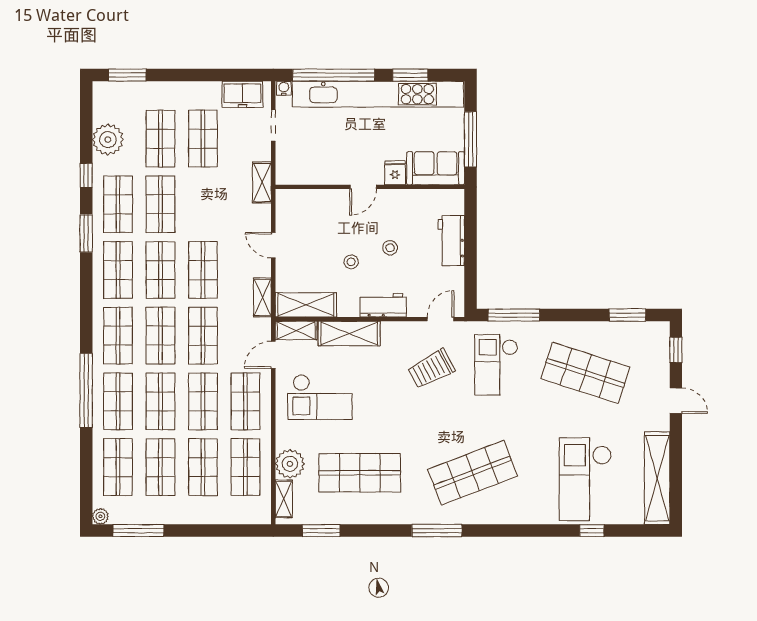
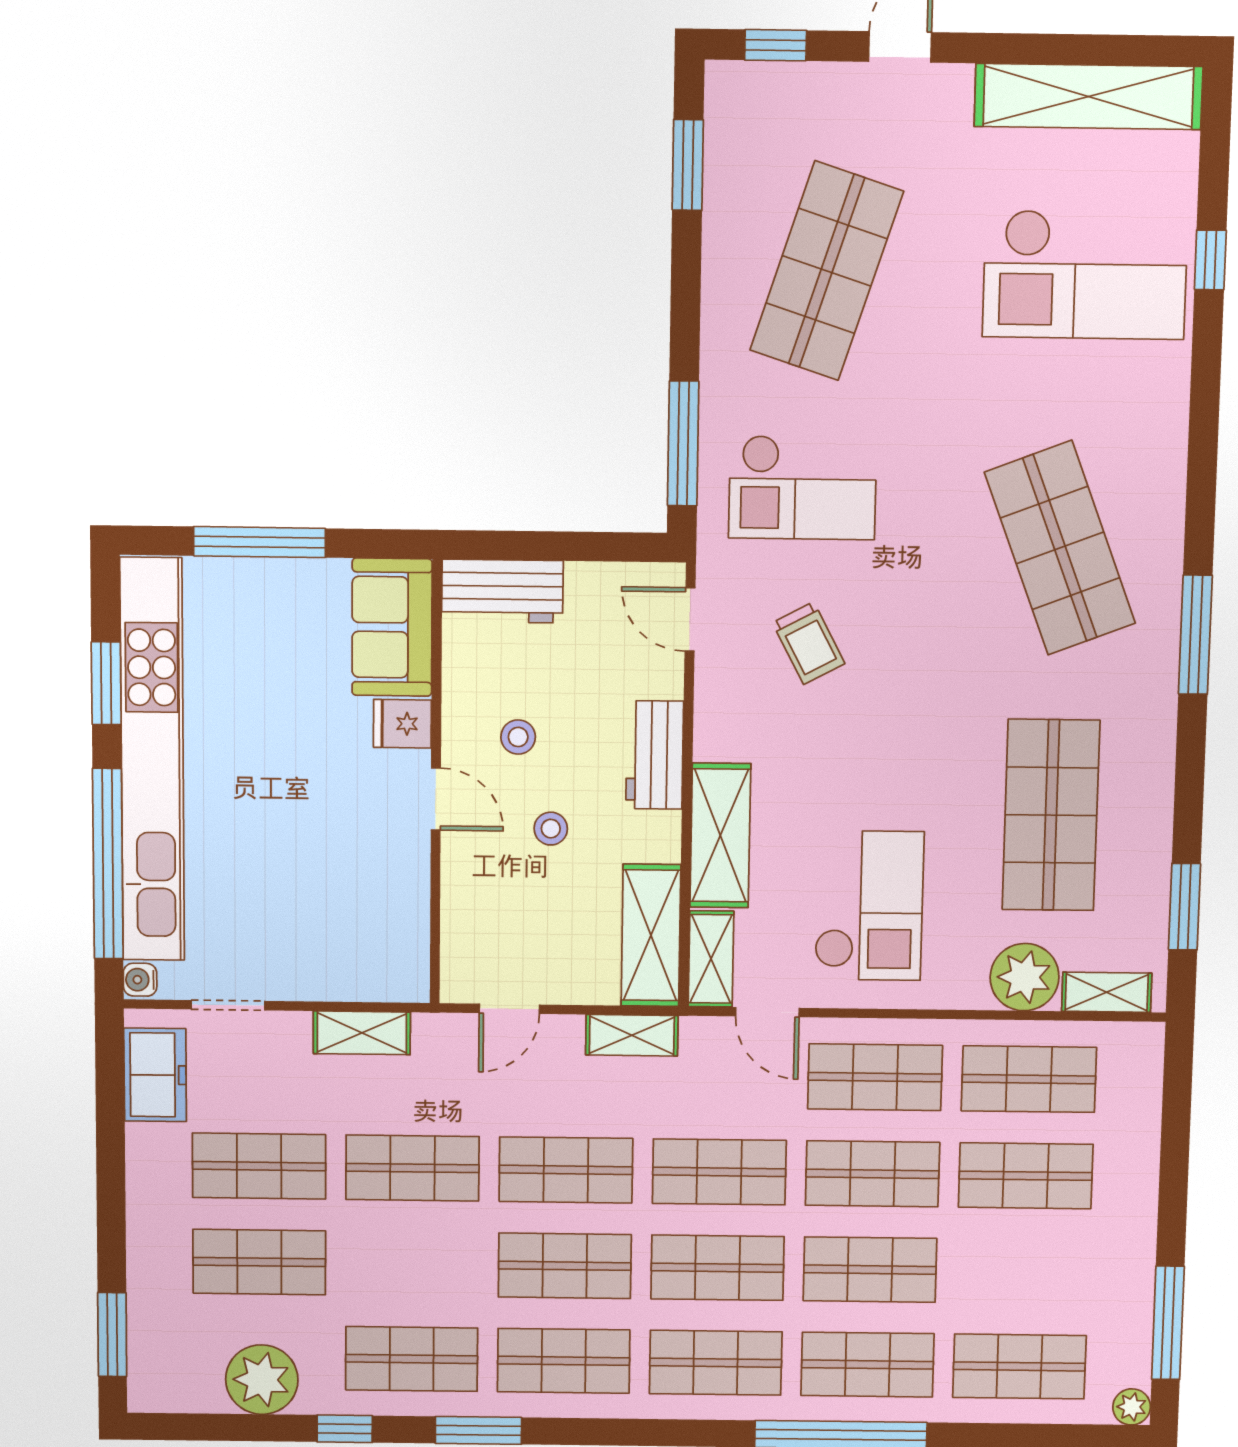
sofa: (436, 168) -> (392, 627), moved
fridge: (395, 173) -> (402, 724), moved
door: (363, 187) -> (436, 799), moved
wall: (370, 187) -> (436, 783), moved
shop shelf: (160, 204) -> (412, 1168), moved
trolley: (431, 369) -> (809, 643), width x0.73, depth x0.72
shop shelf: (160, 467) -> (1022, 1272), removed

